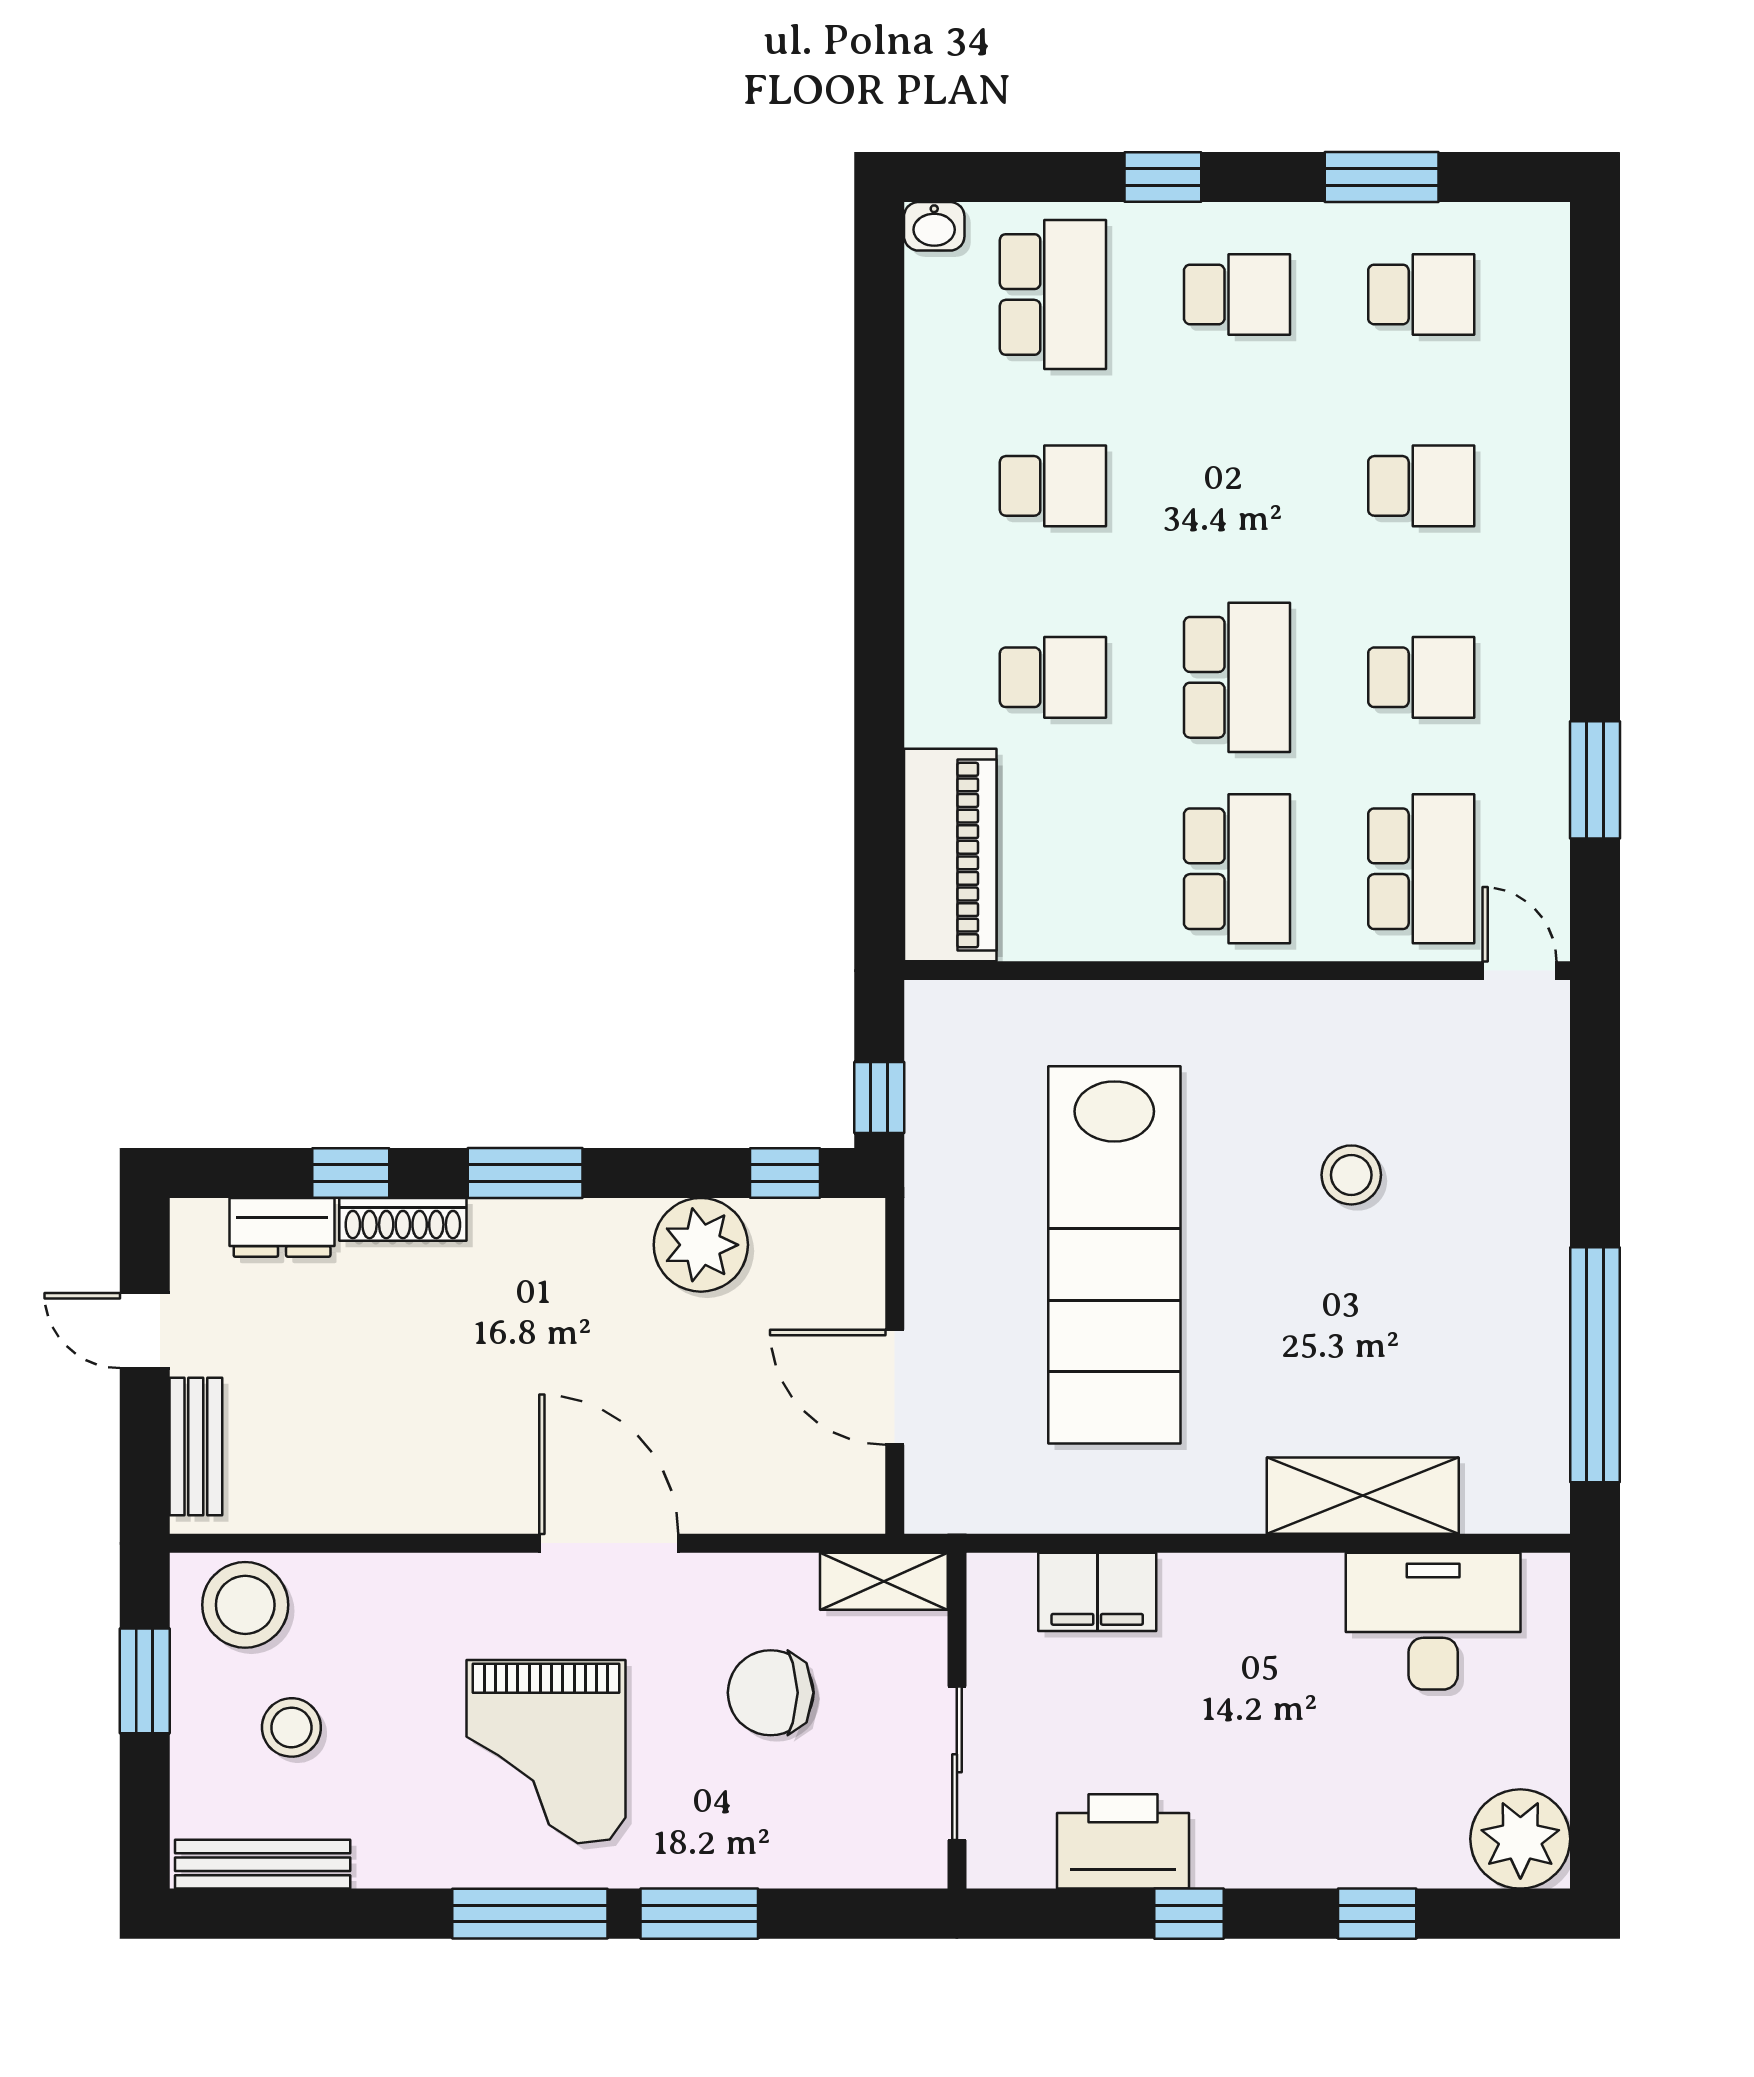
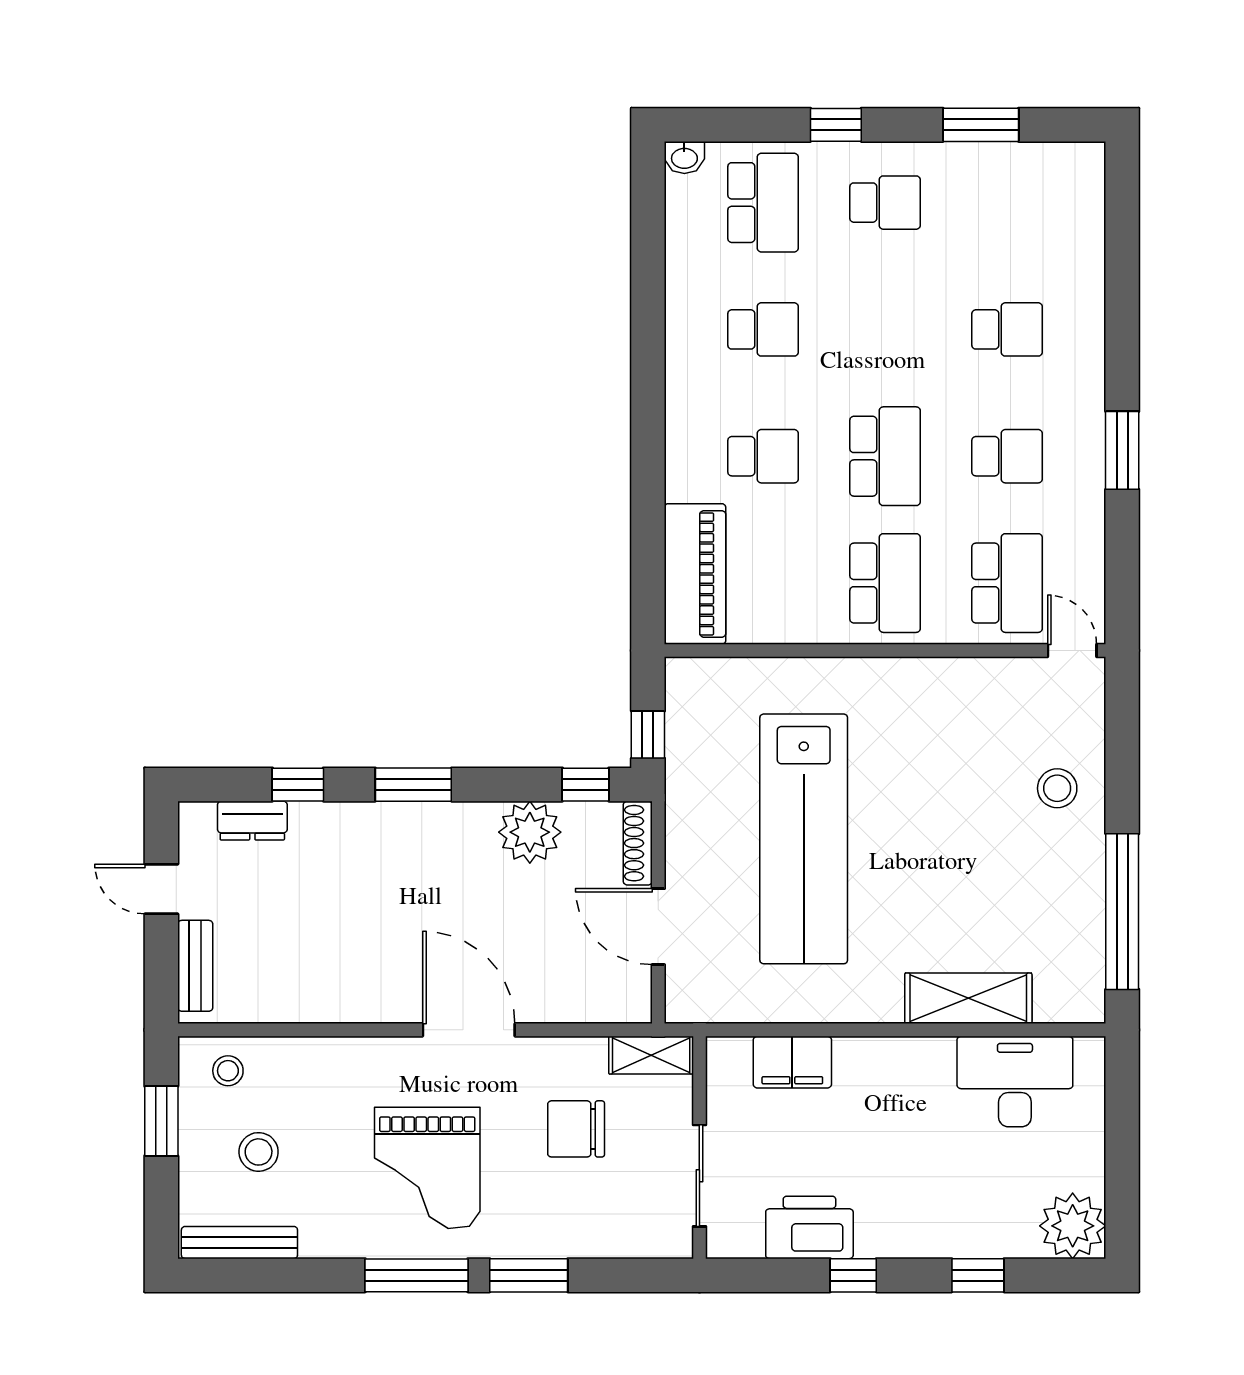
school desk: (1421, 294) -> (1007, 203), removed
window: (1595, 780) -> (1122, 450), moved
stool: (1351, 1175) -> (1057, 788), moved
shoe rack: (403, 1219) -> (638, 843), moved, turned 90
stool: (245, 1605) -> (228, 1071), width x0.53, depth x0.53

